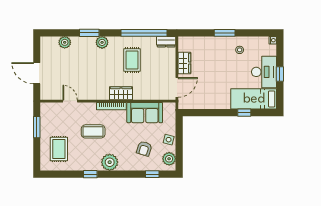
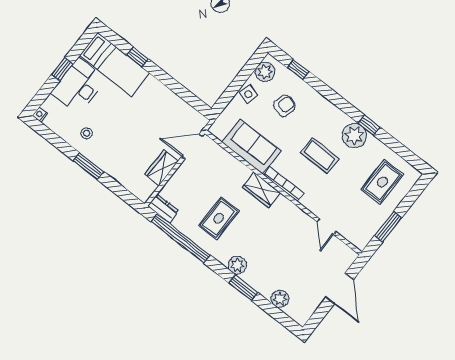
coffee table: (93, 131) -> (320, 155), moved
plant: (110, 162) -> (354, 136), moved

